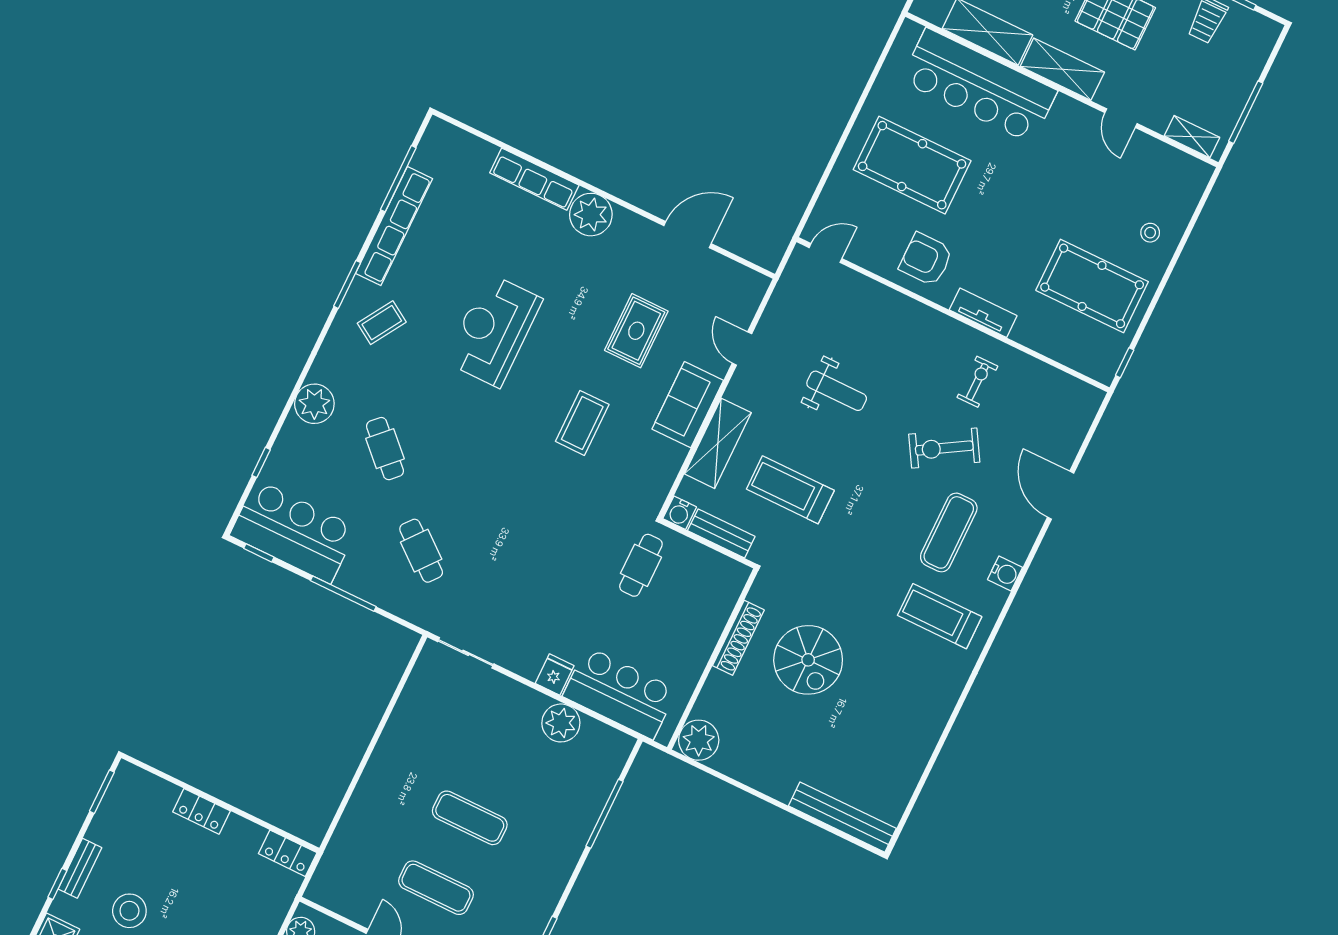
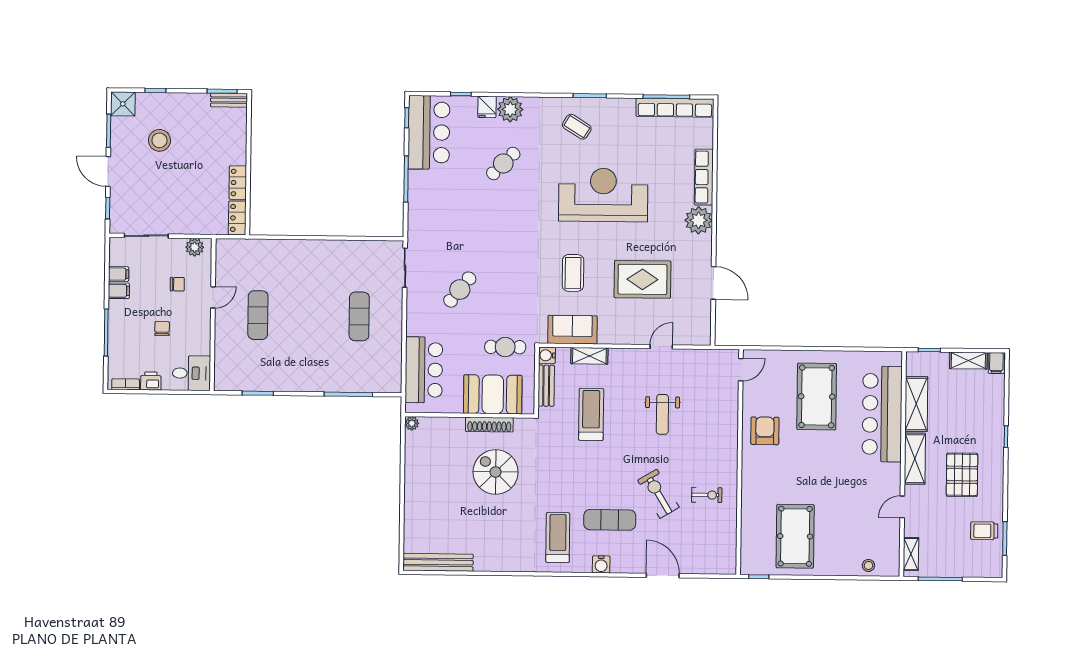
row of seats: (394, 226) -> (675, 108), moved
stool: (1150, 233) -> (868, 565), moved
door: (826, 253) -> (741, 370), hinge flipped
tv unit: (983, 313) -> (749, 479), removed
reception desk: (494, 330) -> (603, 195), width x1.36, depth x1.30
rug: (636, 331) -> (642, 279), width x1.36, depth x1.43
sofa: (688, 405) -> (572, 330), moved
coffee table: (582, 423) -> (573, 273), turned 90
shelving: (718, 443) -> (589, 356), width x0.67, depth x0.75
door: (1061, 495) -> (663, 576), hinge flipped
cafe table: (421, 551) -> (460, 290), moved
booth: (699, 613) -> (493, 394), added
spiral stairs: (808, 660) -> (496, 472), turned 90
fridge: (555, 675) -> (487, 107), moved, turned 90
plant: (561, 723) -> (390, 343), removed
plant: (699, 740) -> (412, 423), width x0.53, depth x0.53
locker: (202, 811) -> (238, 183), moved
bench: (842, 817) -> (438, 562), moved, turned 90
exercise mat: (470, 818) -> (359, 316), moved
bench: (80, 868) -> (229, 100), moved

